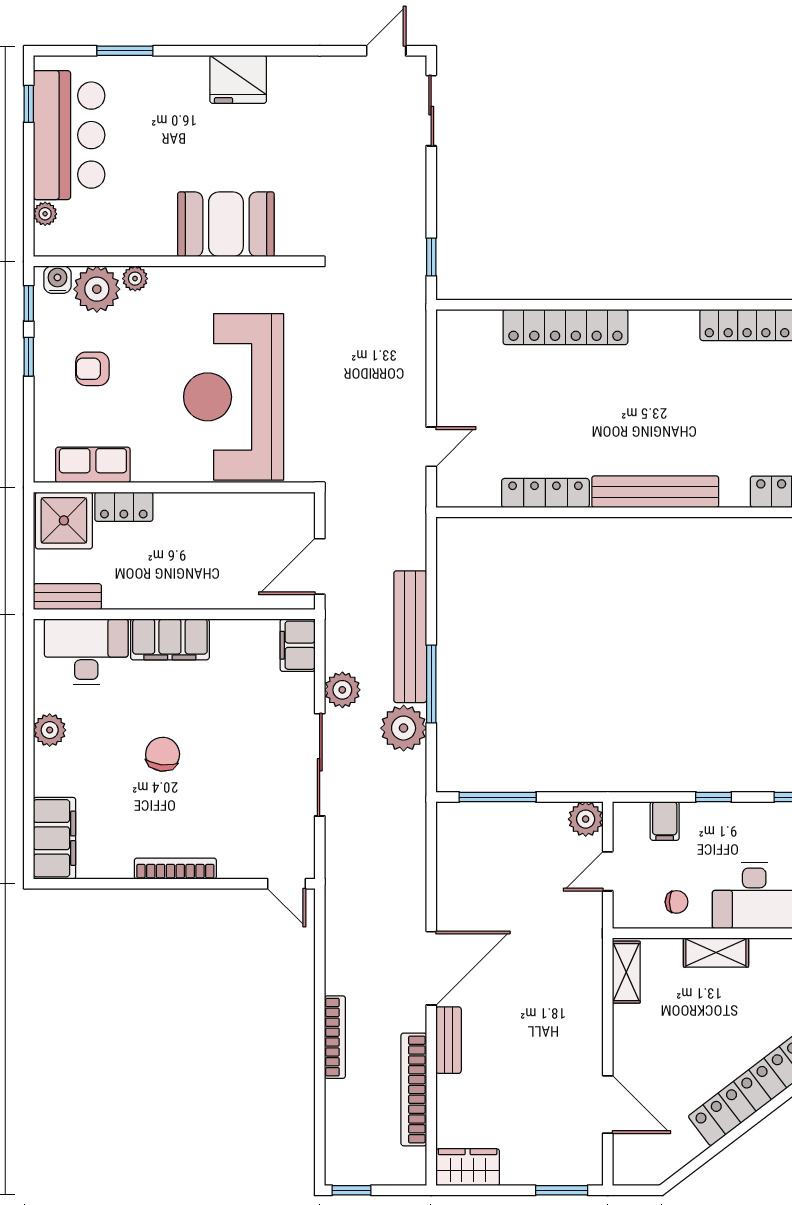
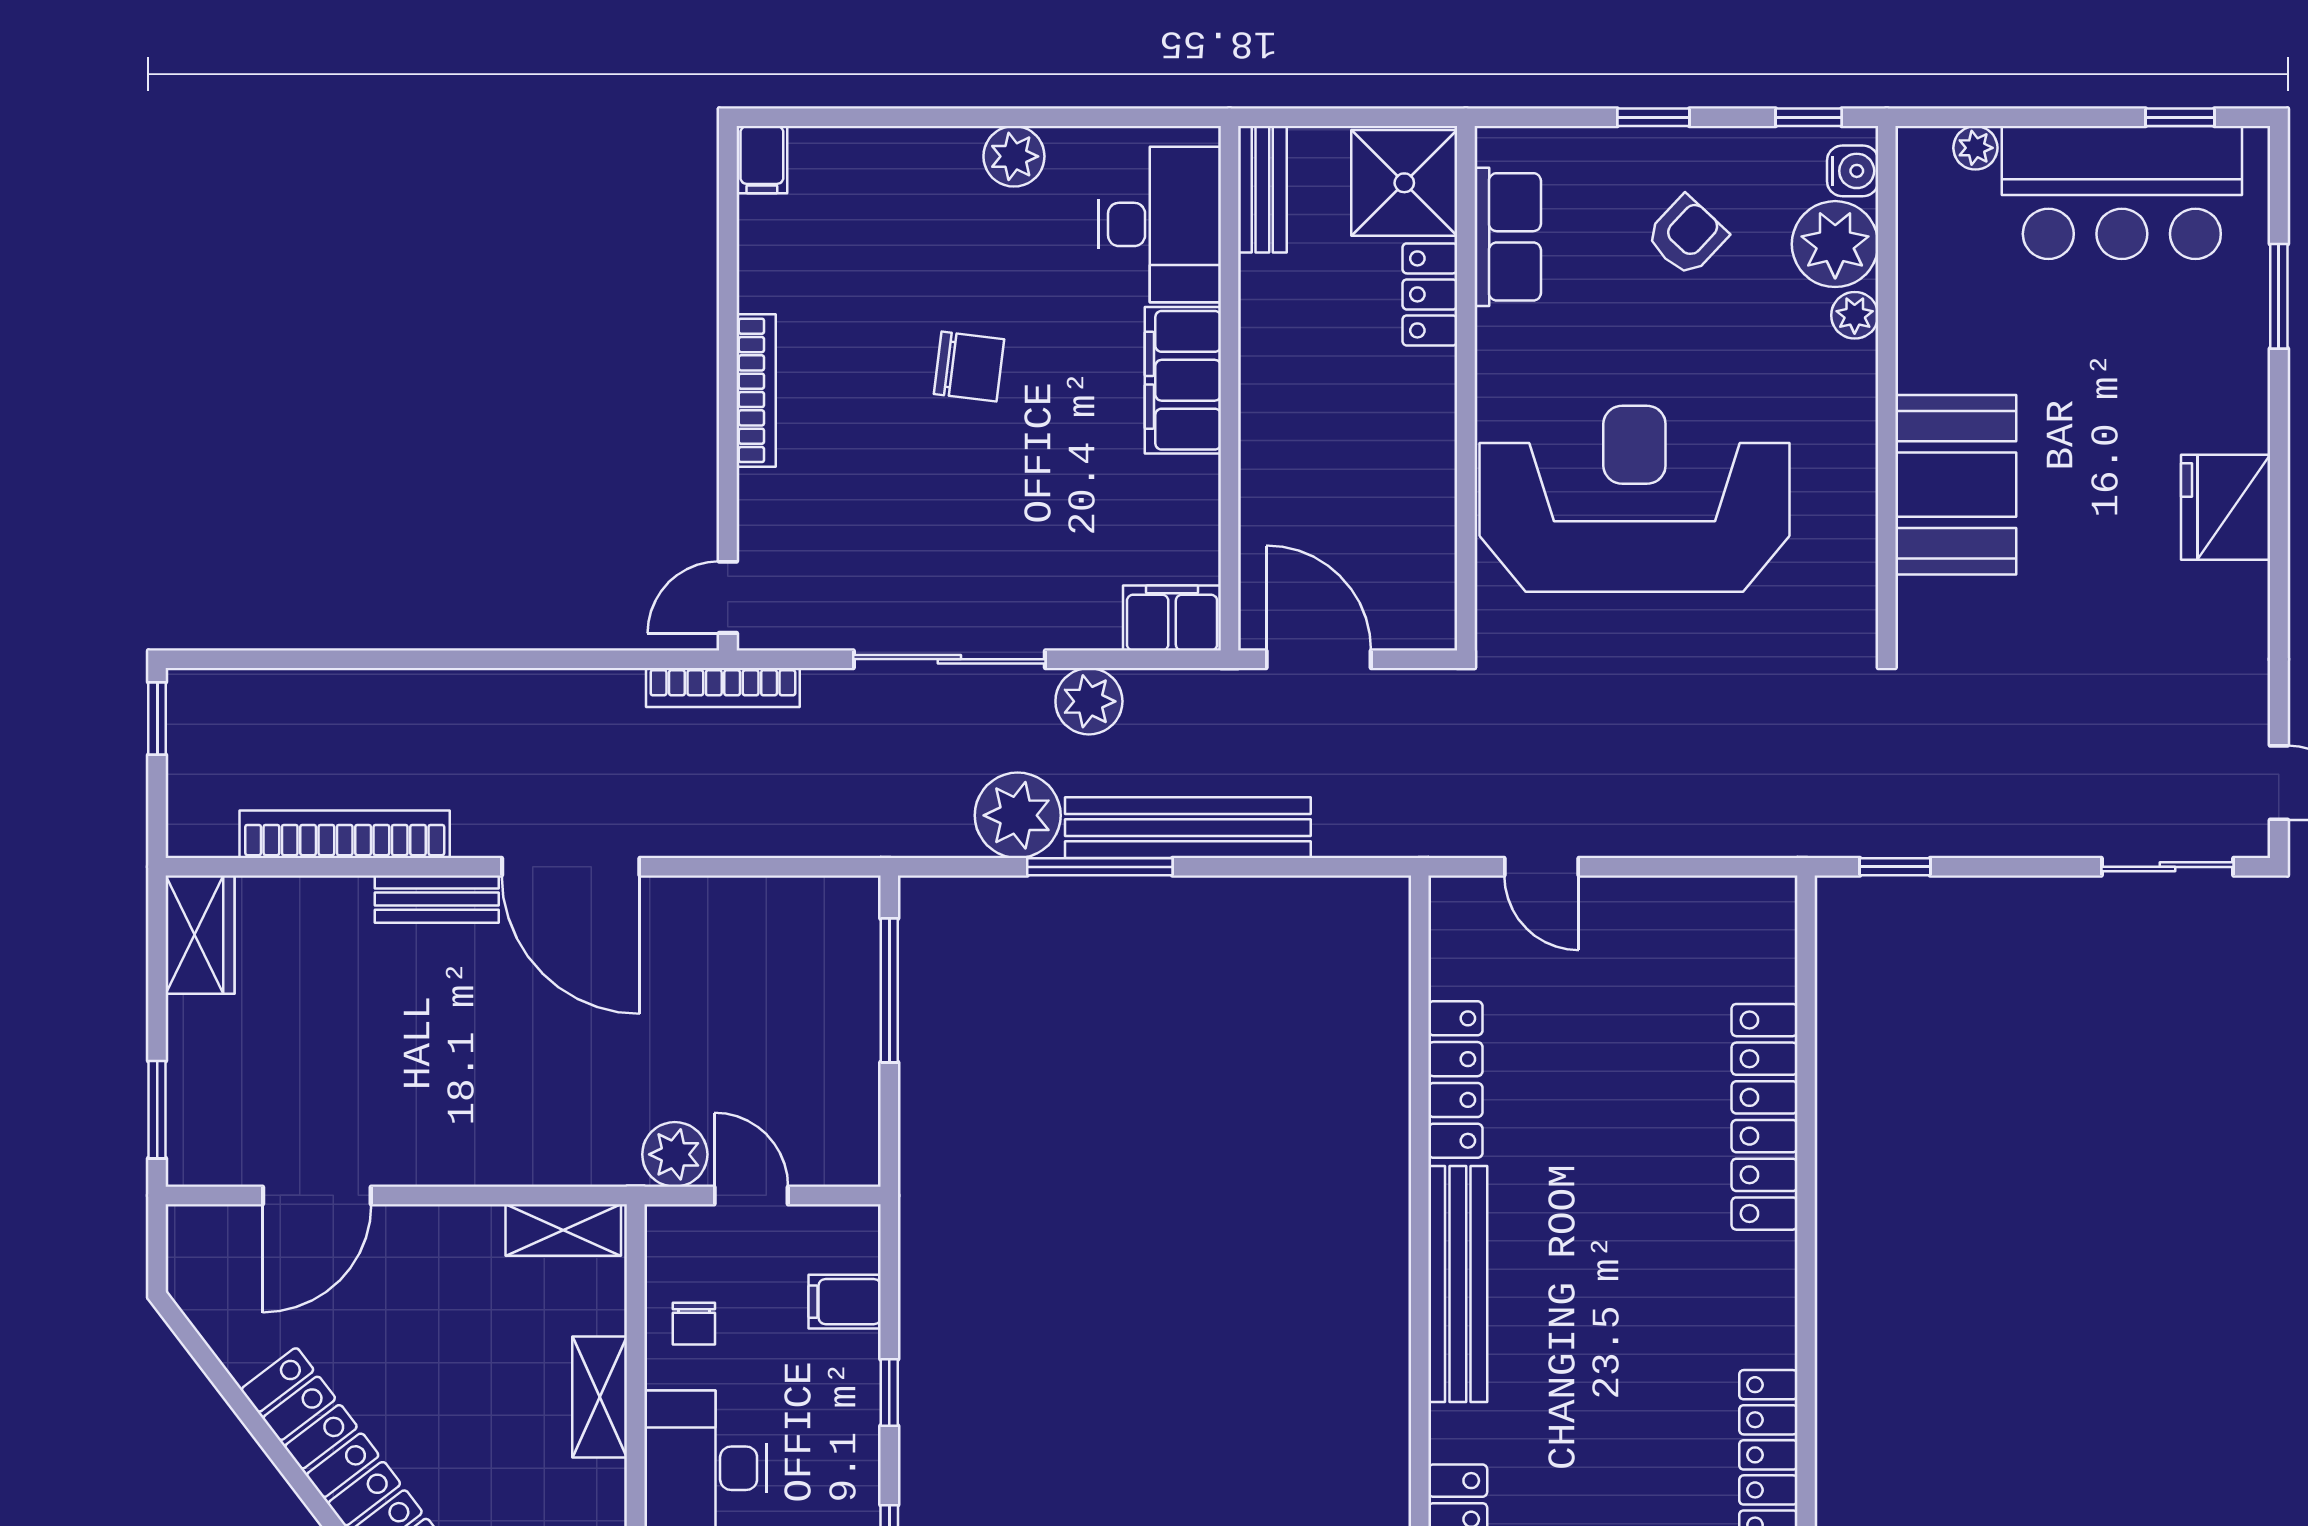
window: (29, 357) -> (1653, 117), moved
armchair: (92, 369) -> (1687, 236), turned 43
plant: (586, 819) -> (675, 1154), moved
filing cabinet: (54, 838) -> (762, 160), width x0.33, depth x0.86
bookcase: (335, 1037) -> (723, 688), moved

